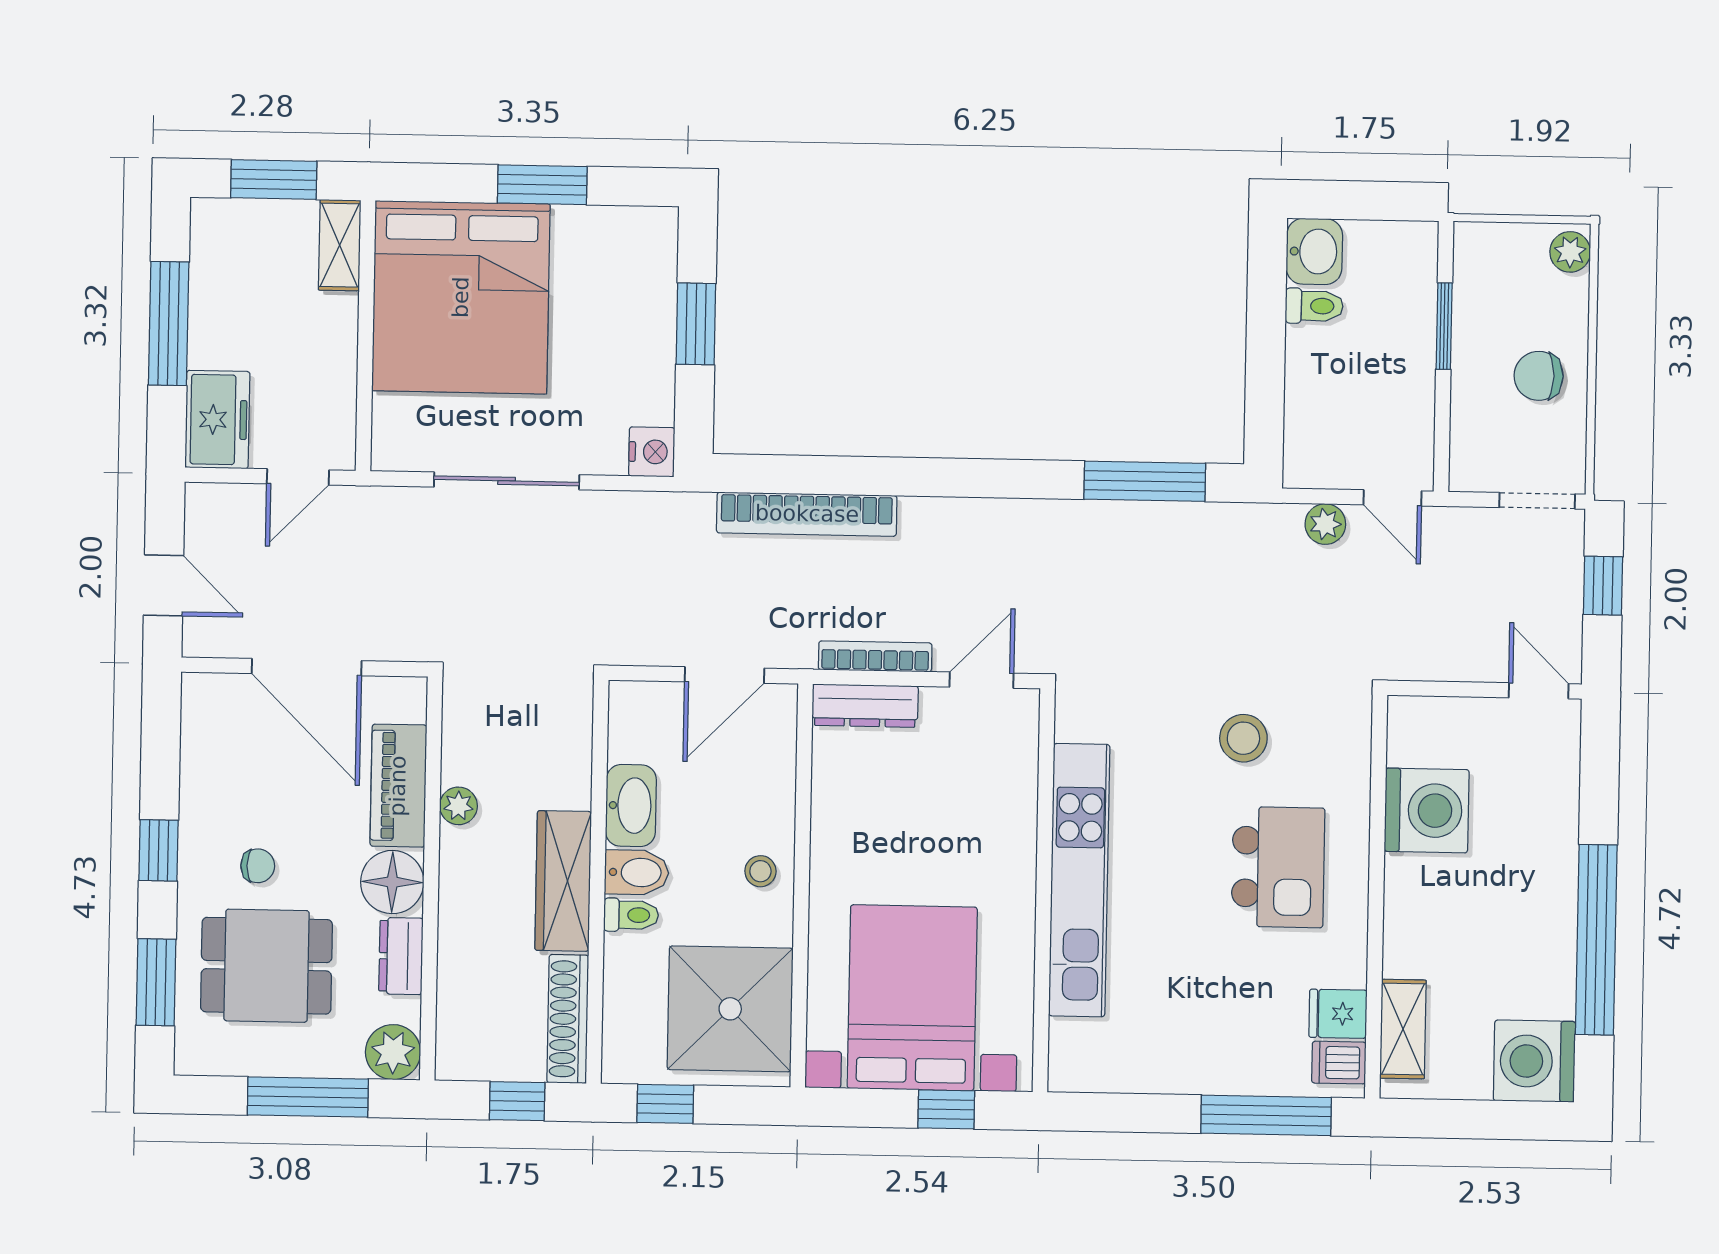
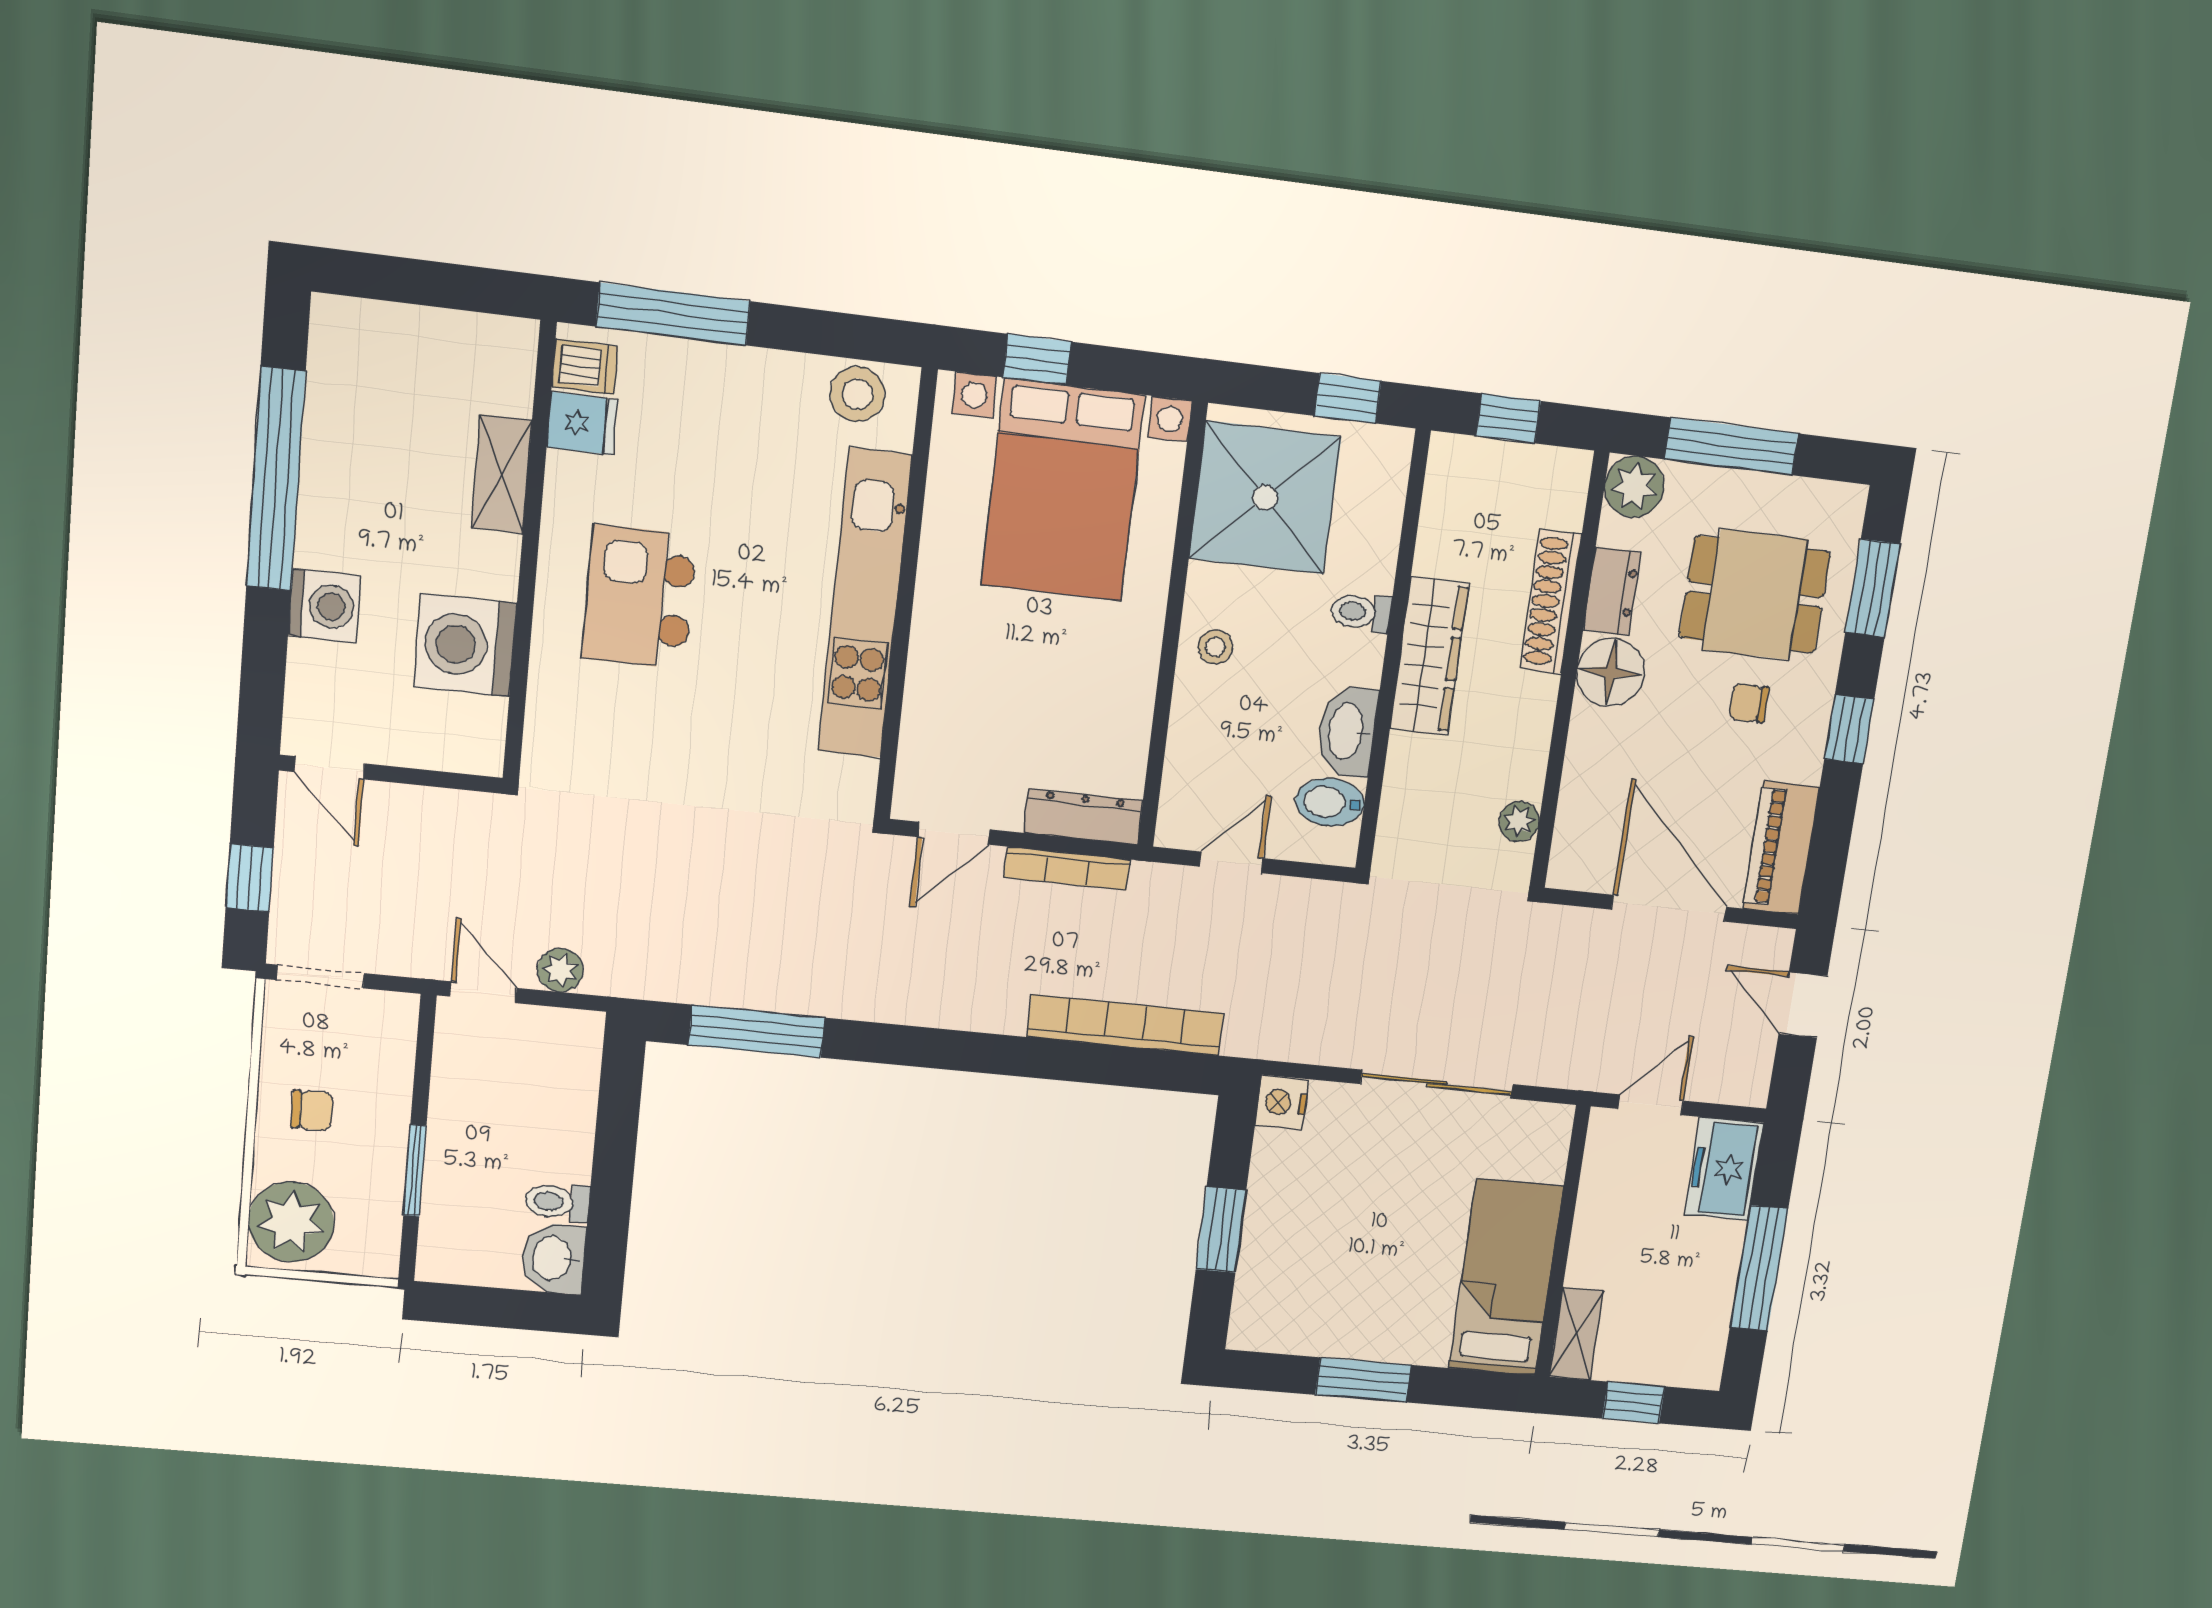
window: (274, 179) -> (1634, 1403), width x0.67
plant: (1570, 252) -> (291, 1222), width x1.88, depth x1.88
bed: (461, 297) -> (1506, 1278), width x0.49
chair: (1539, 376) -> (312, 1110), width x0.73, depth x0.73
door: (724, 675) -> (1231, 862), width x0.73
stool: (1243, 738) -> (857, 394), moved
piano: (398, 786) -> (1781, 848), moved, turned 180
plant: (458, 806) -> (1519, 821), moved
bidet: (637, 872) -> (1330, 802), moved
shoe rack: (568, 1019) -> (1551, 601), moved, turned 180
shelving: (1403, 1029) -> (502, 474), moved
washing machine: (1534, 1061) -> (324, 606), moved, width x0.73, depth x0.73

